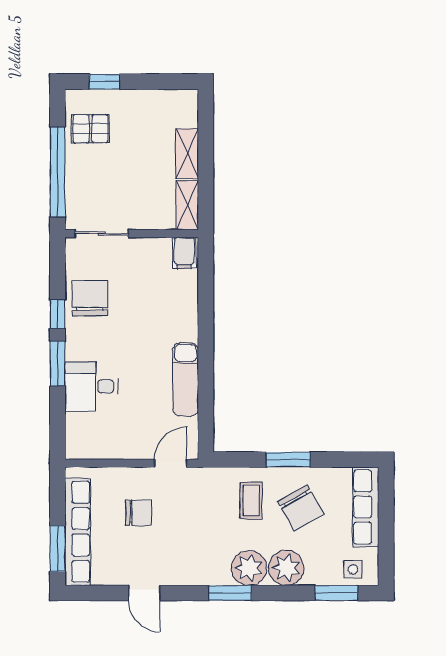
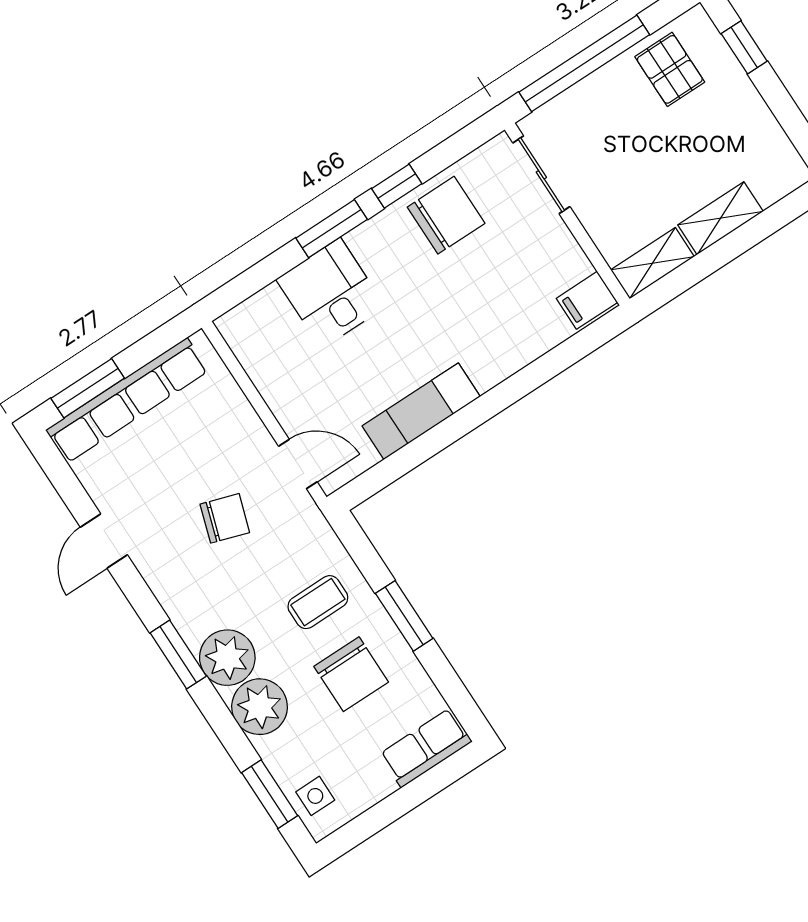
row of seats: (366, 507) -> (426, 748), width x0.68
chair: (301, 508) -> (351, 674), turned -60
chair: (139, 513) -> (225, 518), moved, turned -72

